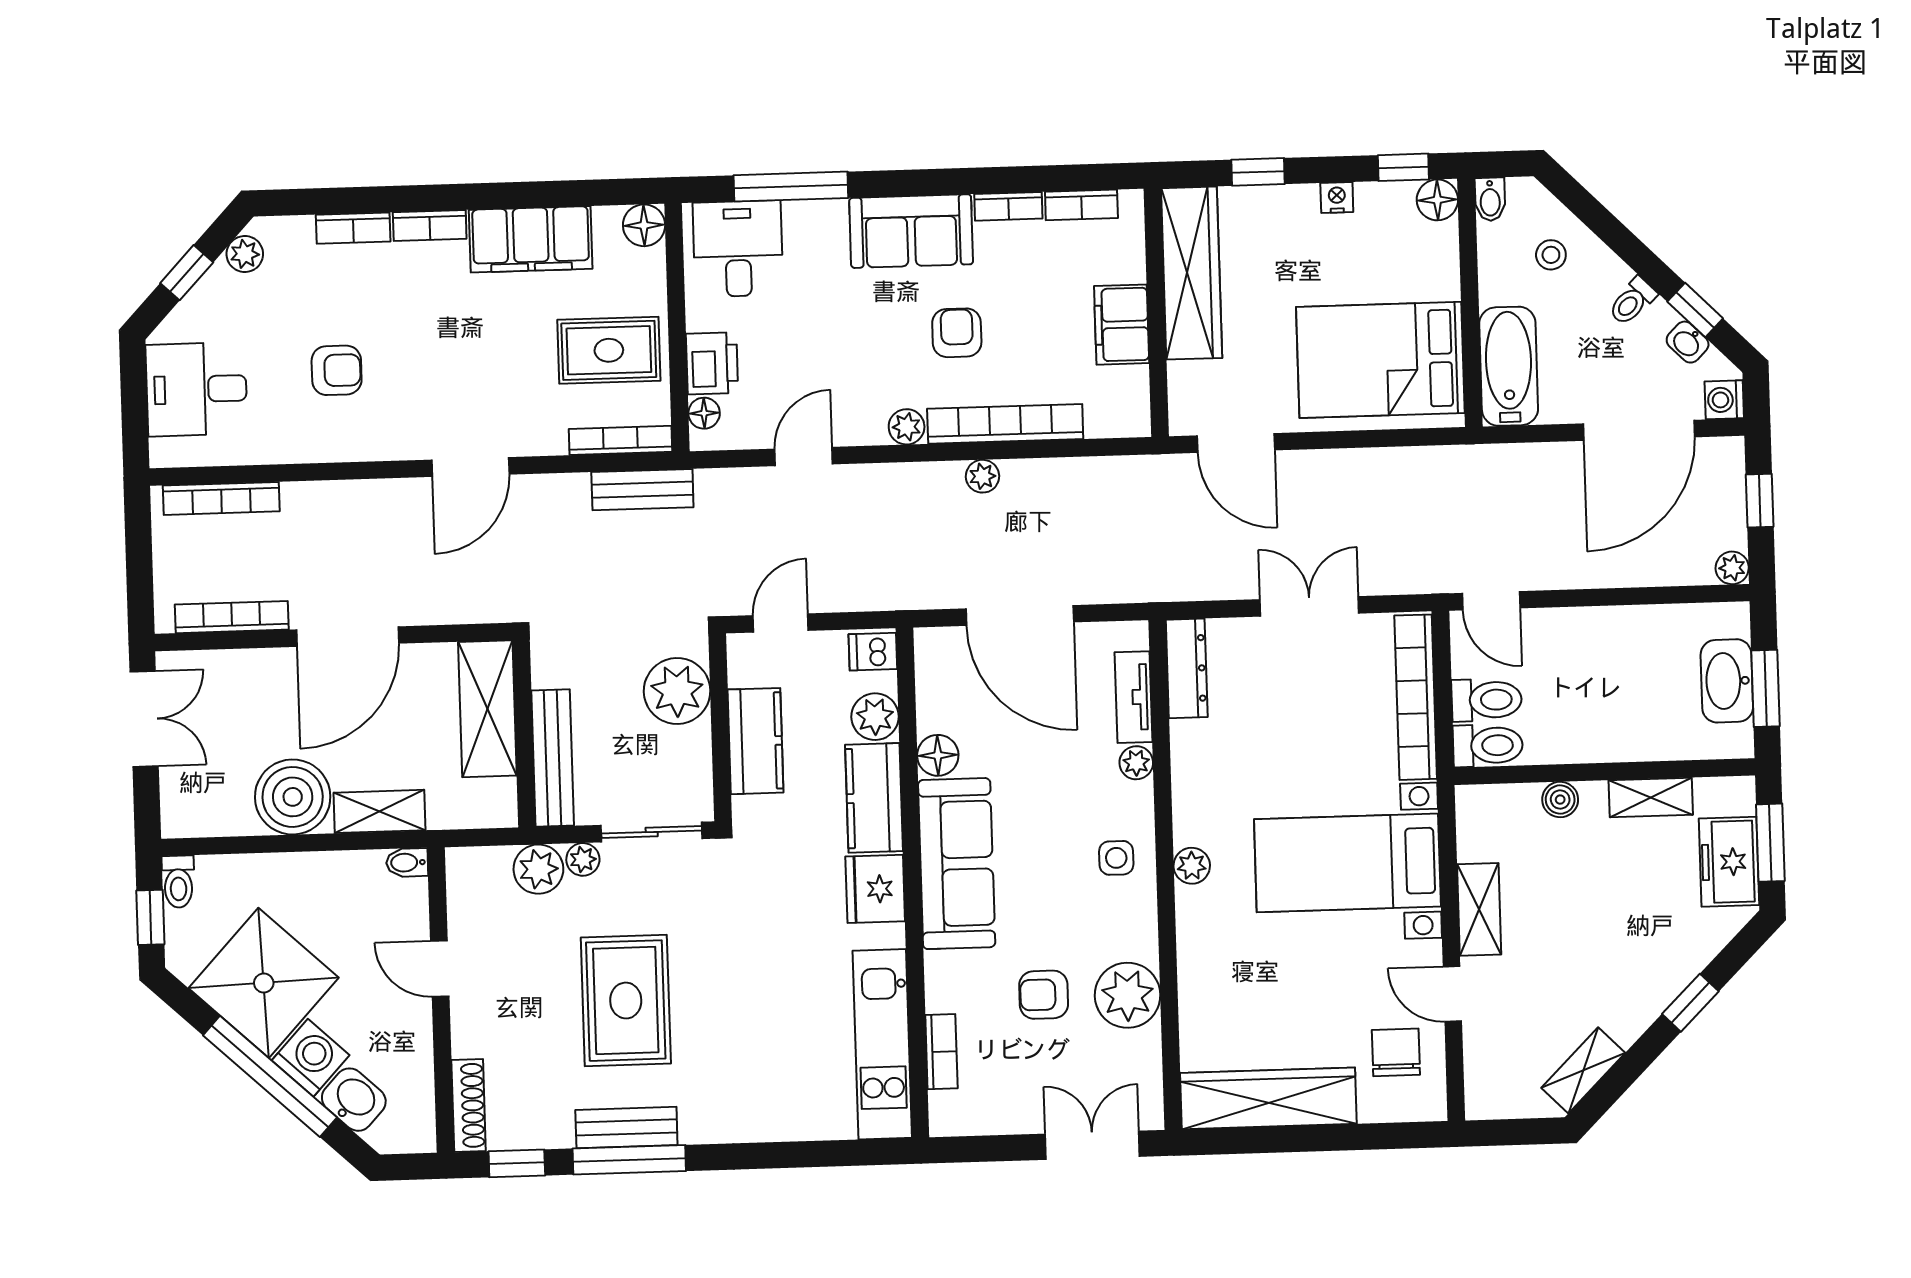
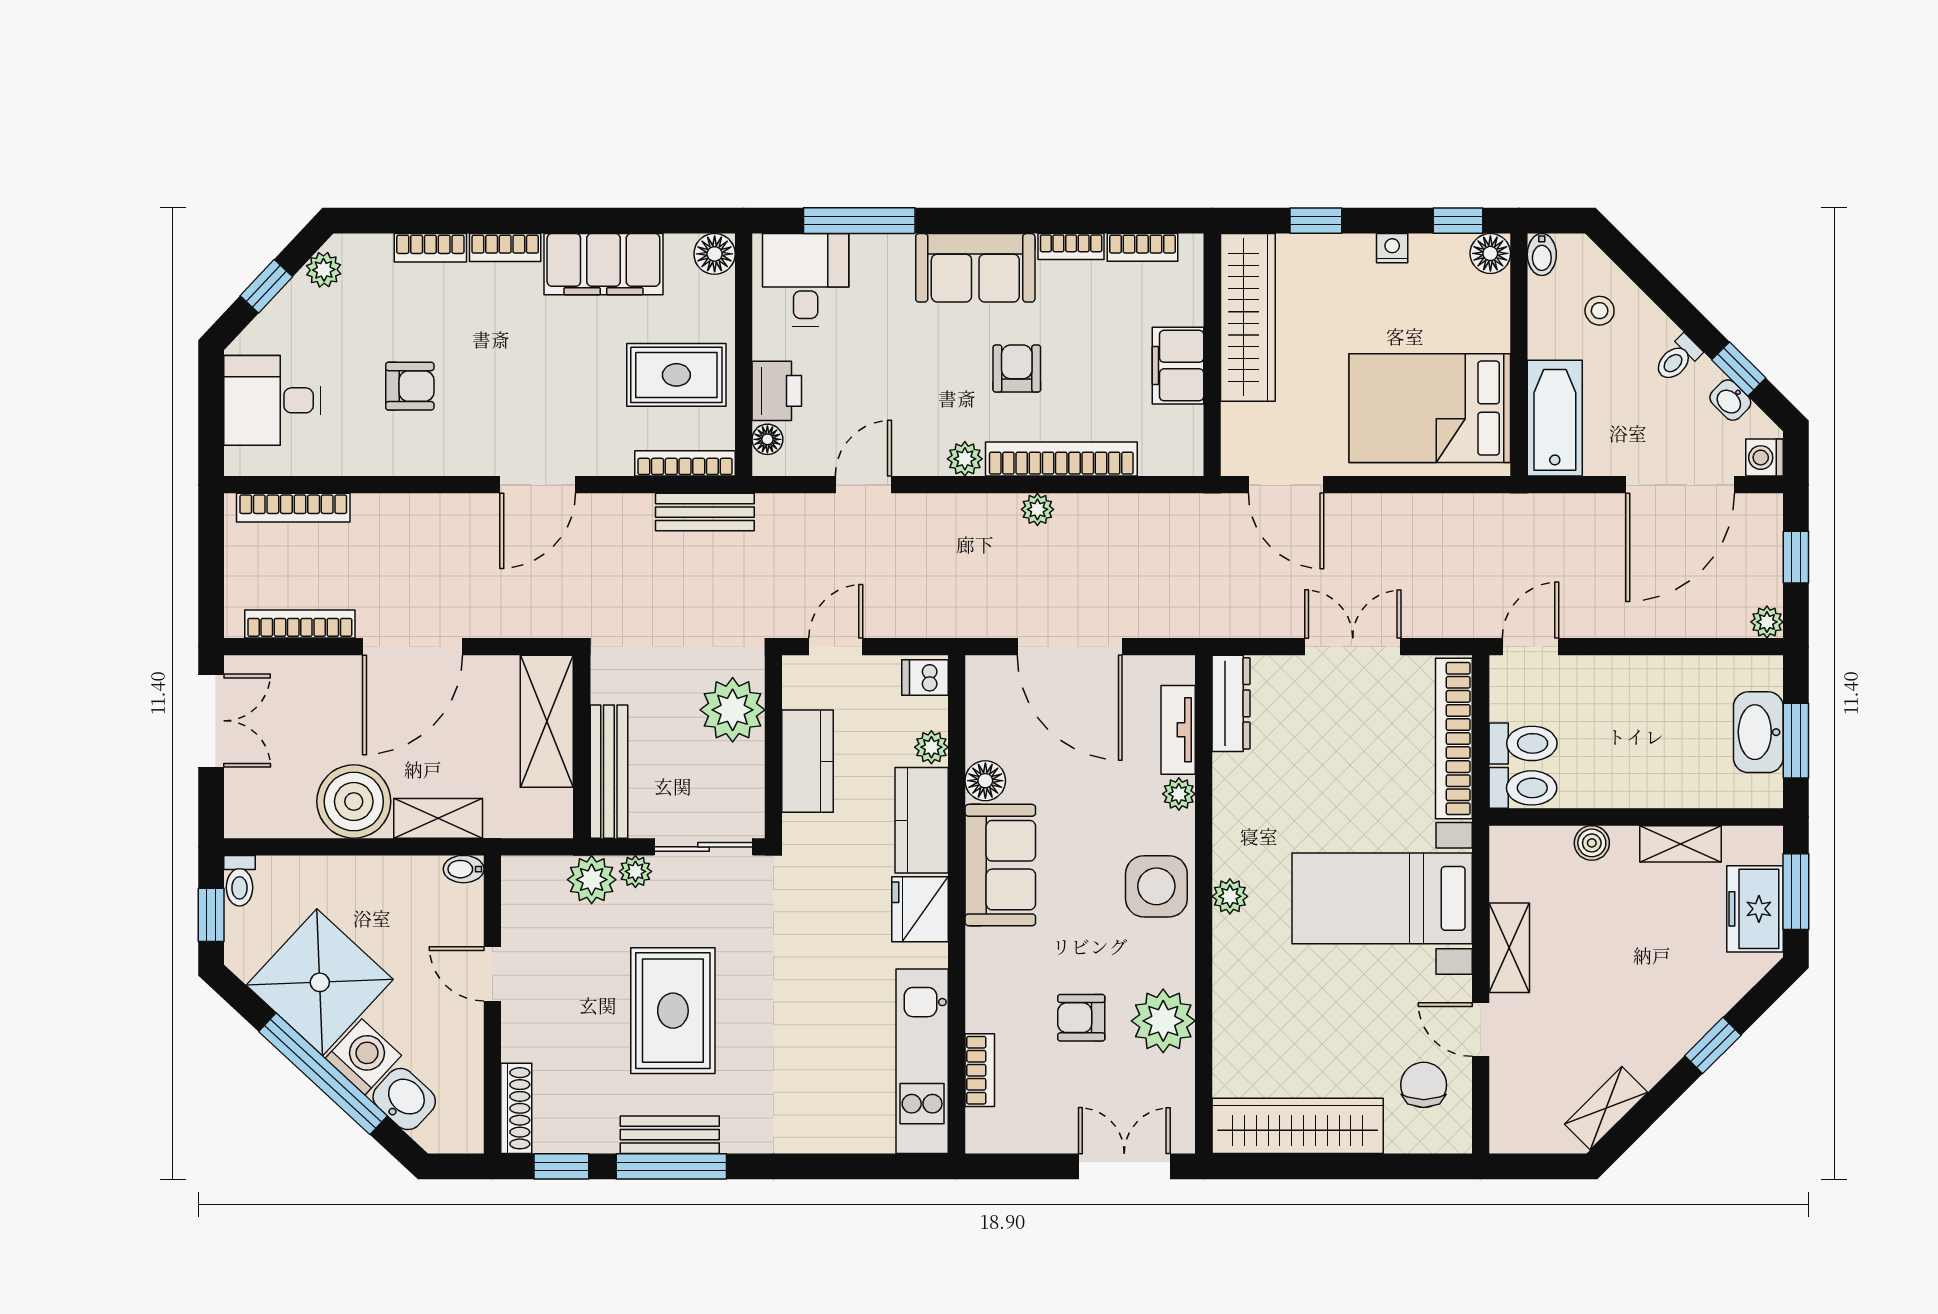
door: (1491, 601) -> (1530, 647), swing flipped
plant: (875, 717) -> (931, 747), width x0.73, depth x0.73
side table: (1116, 858) -> (1156, 886), width x1.87, depth x1.87
sofa: (957, 864) -> (1000, 865), width x0.73

